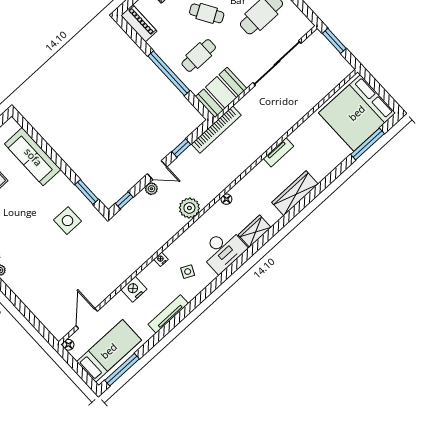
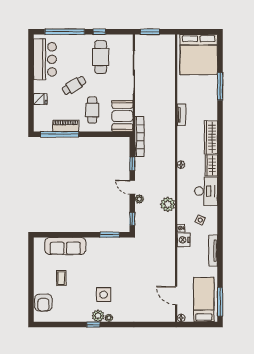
piano: (139, 23) -> (66, 126), moved
window: (169, 73) -> (60, 134), moved
window: (367, 144) -> (220, 86), moved
door: (157, 170) -> (132, 187), swing flipped
wardrobe: (295, 193) -> (211, 137), moved
plant: (189, 208) -> (168, 204), moved
side table: (68, 221) -> (104, 295), moved
nightstand: (134, 289) -> (184, 240), moved

